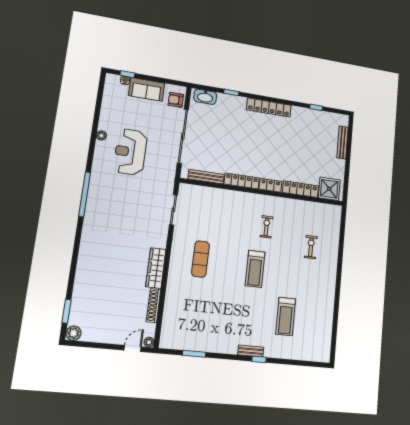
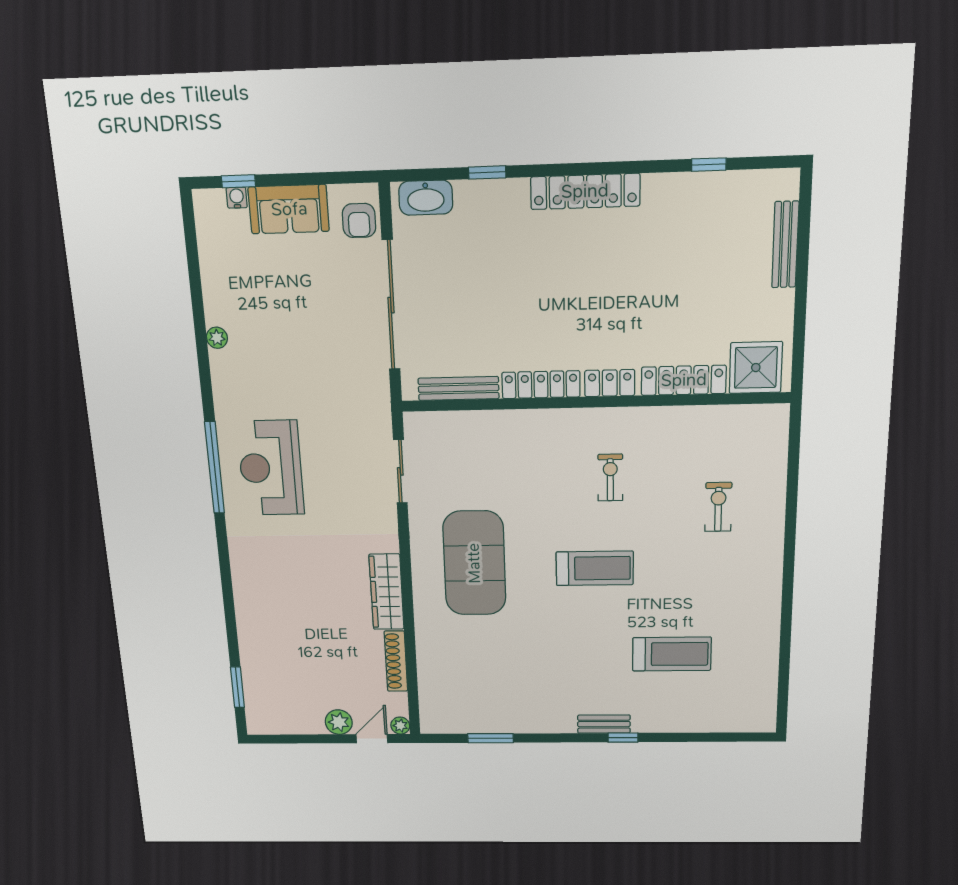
armchair: (176, 100) -> (359, 220), turned -90
reception desk: (130, 152) -> (271, 468), moved
exercise mat: (200, 259) -> (474, 563), width x2.00, depth x1.45
treadmill: (255, 269) -> (595, 568), turned -90
treadmill: (286, 316) -> (672, 654), turned -90
plant: (73, 333) -> (339, 722), moved

